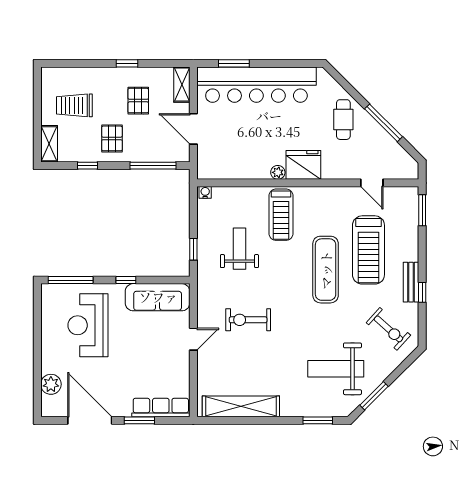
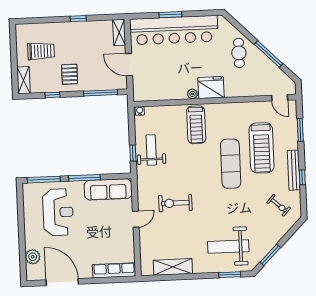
window: (234, 63) -> (170, 15), moved
pallet: (138, 101) -> (88, 46), removed
trolley: (74, 105) -> (41, 51), turned 180
door: (372, 183) -> (280, 98), moved
window: (422, 210) -> (300, 130), moved
weight bench: (239, 249) -> (151, 150), moved
window: (126, 280) -> (84, 178), width x2.17
bench: (411, 282) -> (294, 170), width x1.36
reception desk: (88, 325) -> (58, 212), turned 180
exercise bike: (388, 329) -> (279, 205), width x0.73, depth x0.72
weight bench: (336, 369) -> (228, 247), moved
shelving: (241, 406) -> (173, 267), width x0.68
window: (139, 420) -> (99, 280), removed

